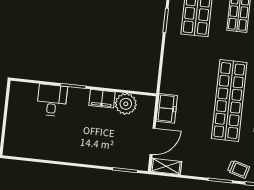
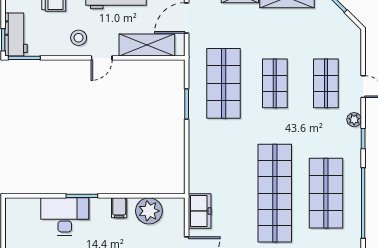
filing cabinet: (102, 99) -> (119, 208), width x0.50
desk: (52, 100) -> (65, 216), width x1.37

